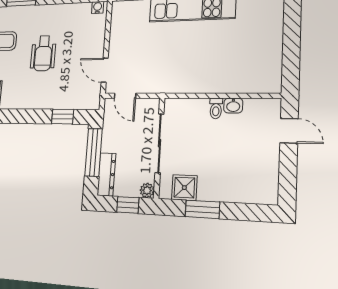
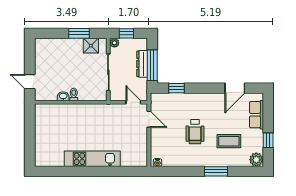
wheelchair: (43, 53) -> (195, 132), turned 180
dresser: (106, 174) -> (142, 64), moved

